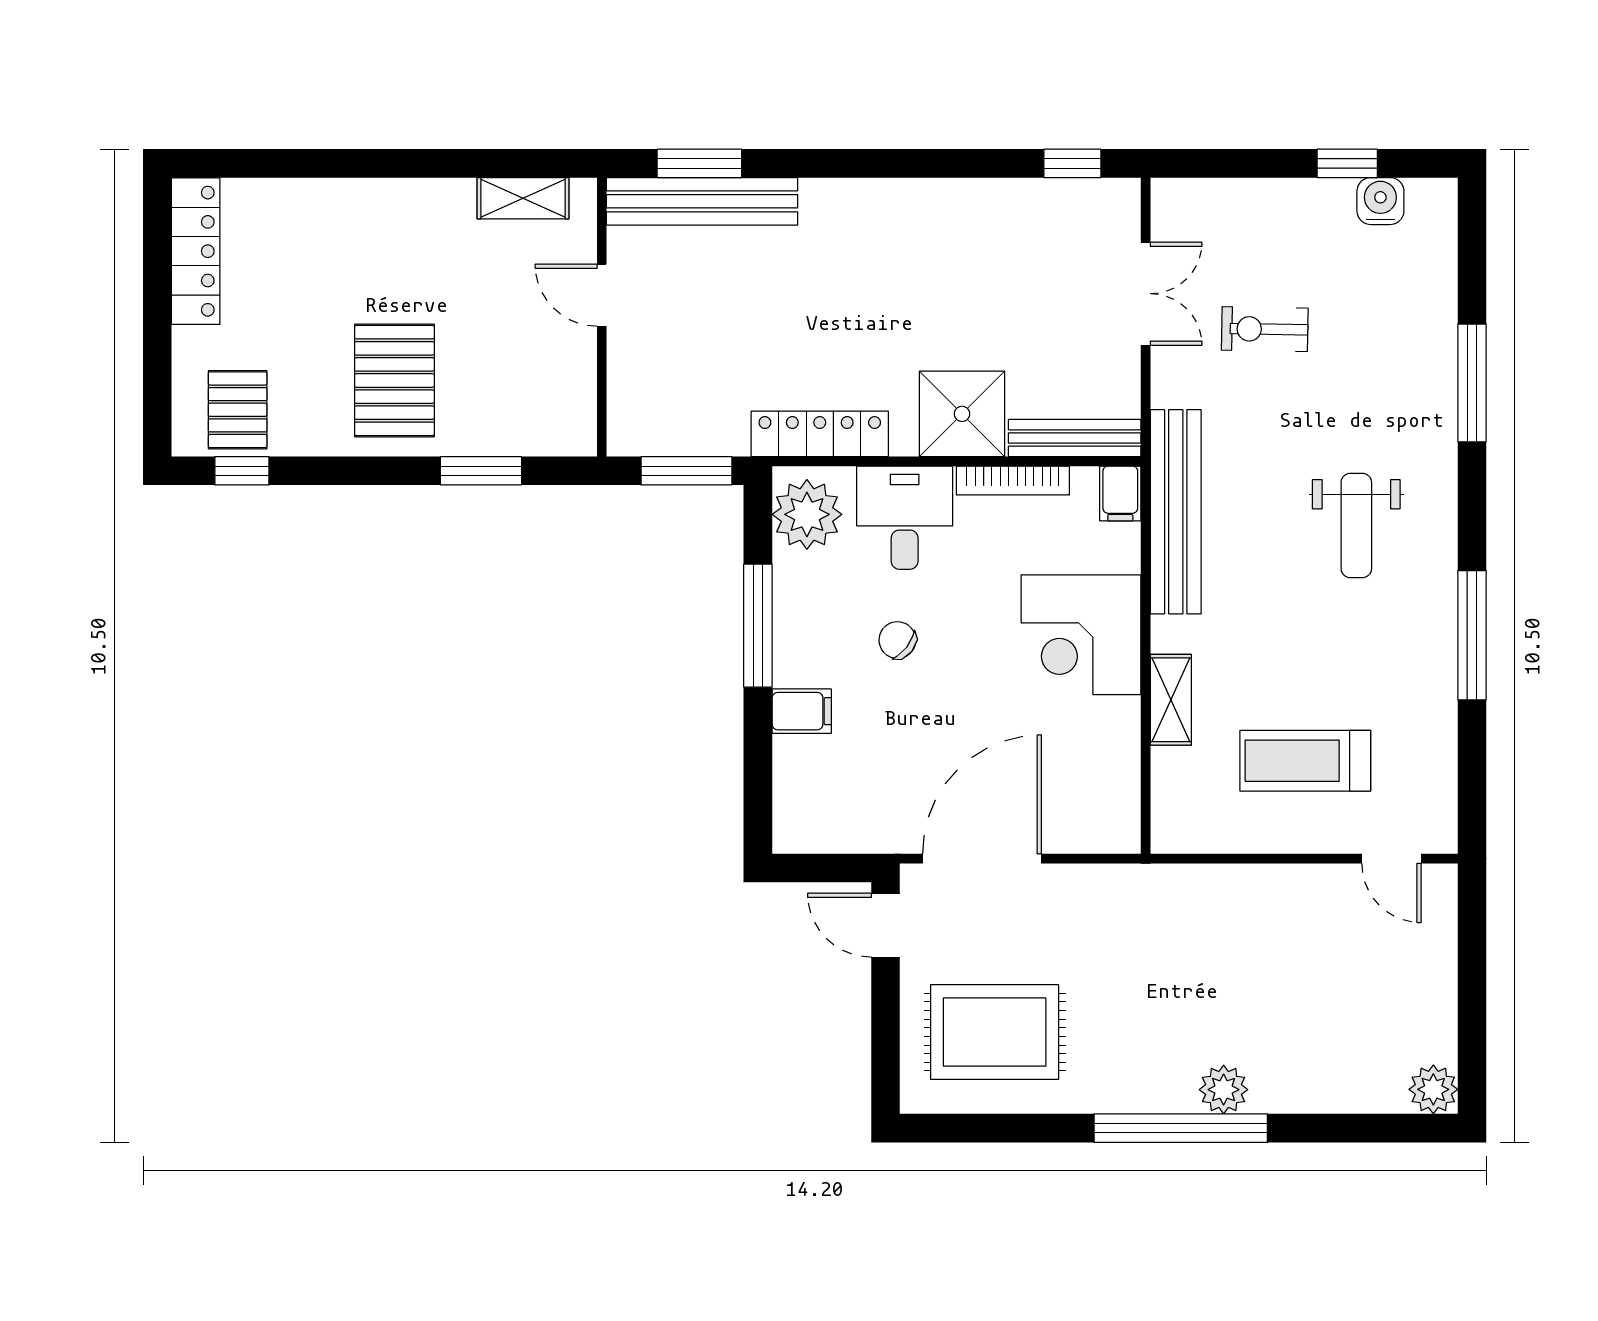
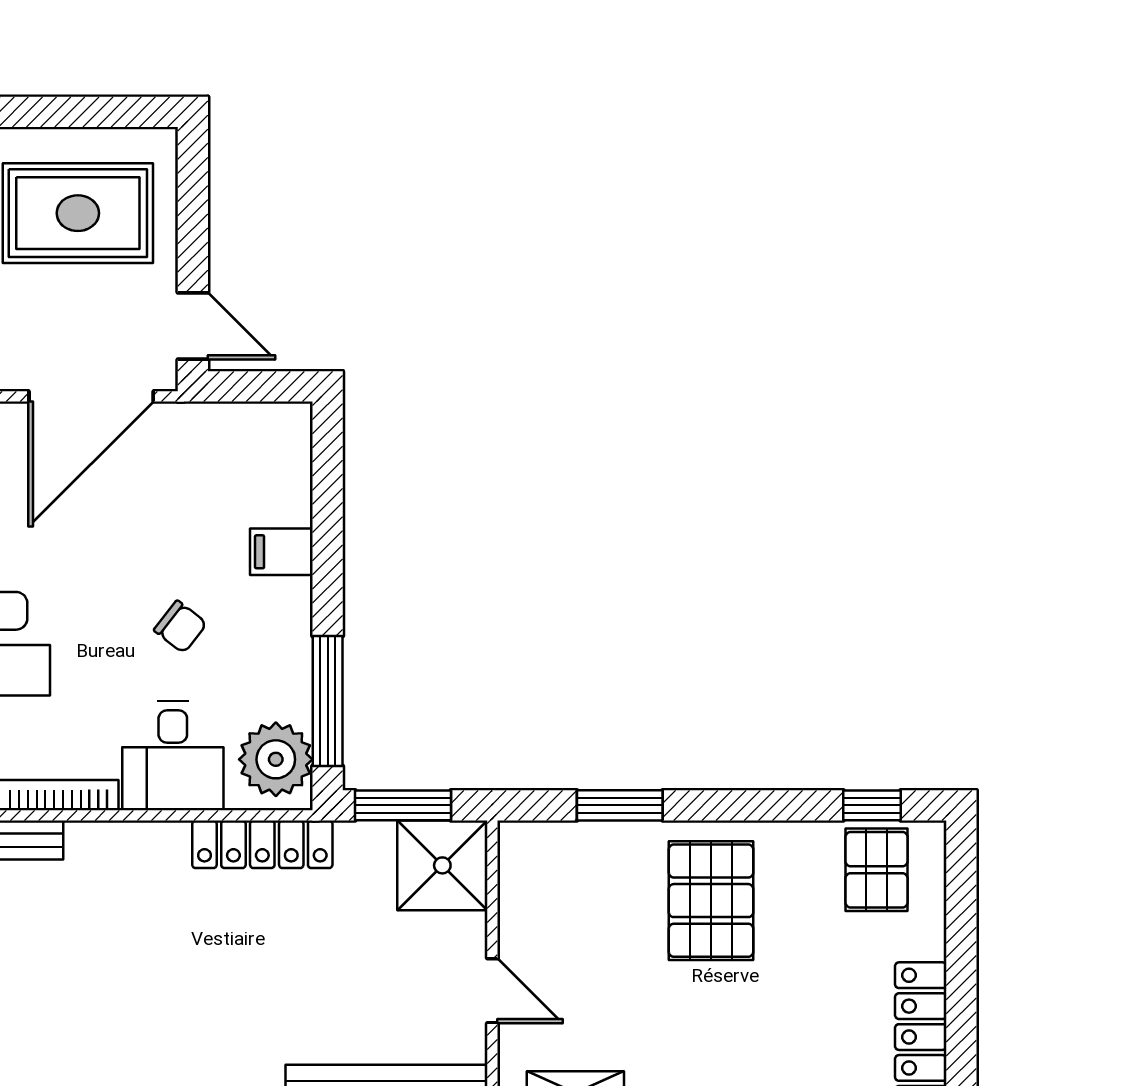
shower: (962, 414) -> (442, 865), moved
window: (758, 626) -> (328, 701), moved

